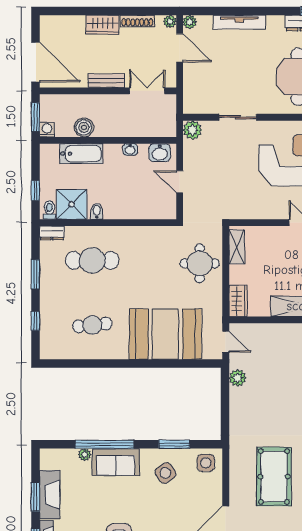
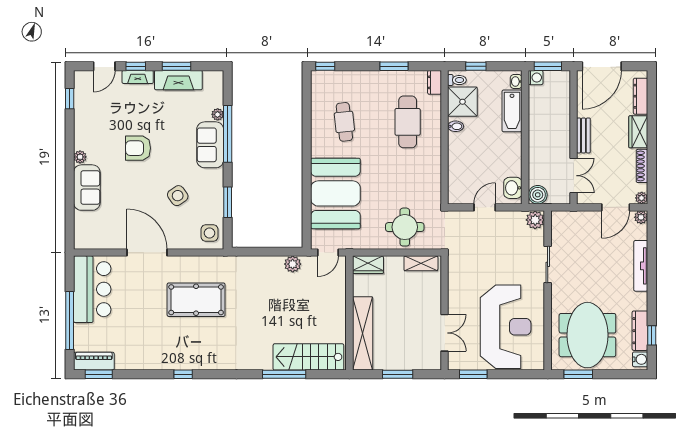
dresser: (66, 22) -> (641, 96), added
boiler: (84, 127) -> (538, 195), moved
washbasin: (130, 149) -> (516, 82), moved
window: (35, 321) -> (325, 66), moved
side table: (165, 473) -> (178, 196), moved

